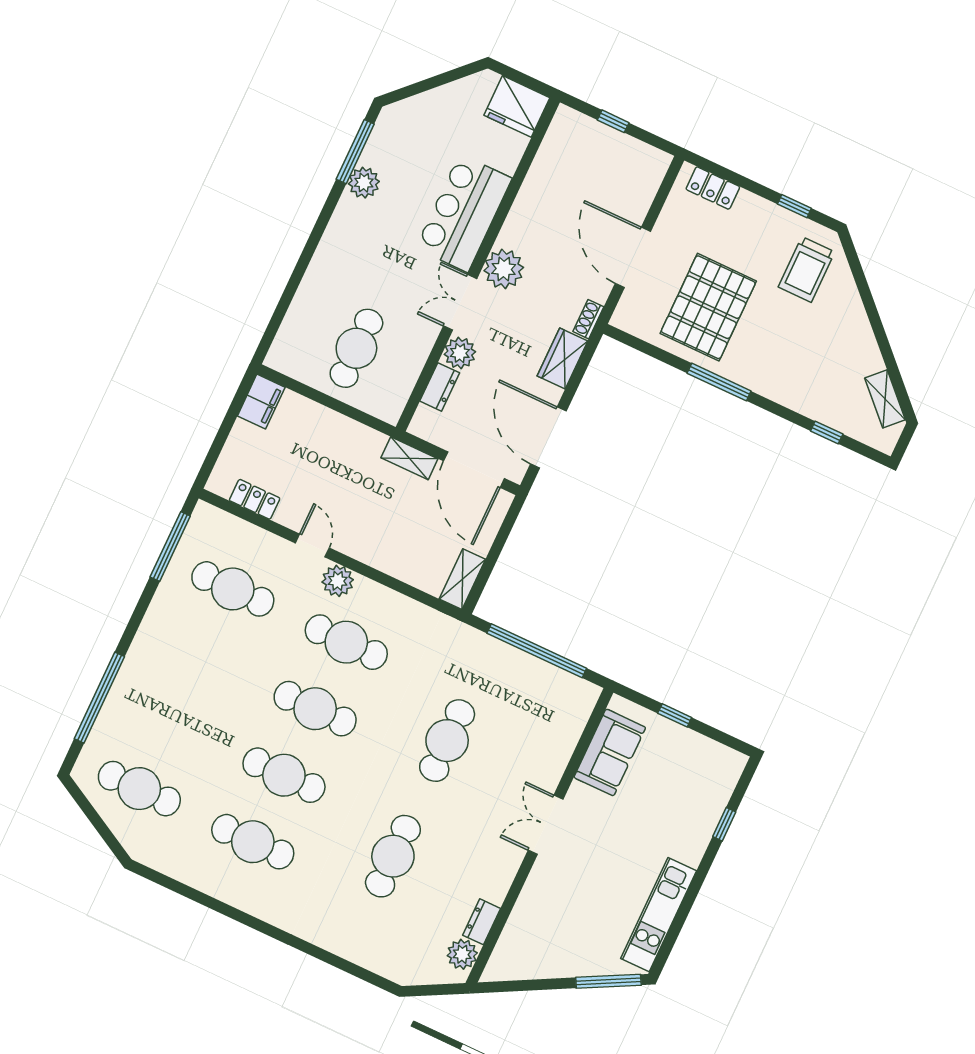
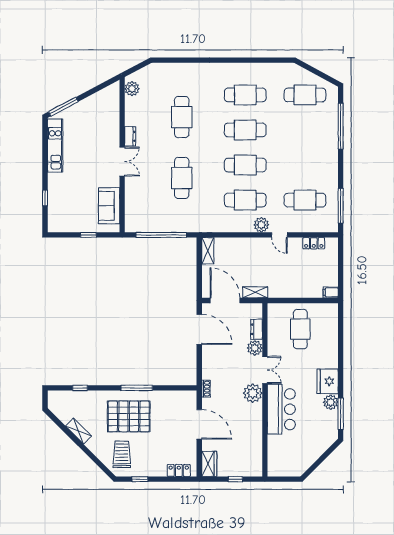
fridge: (517, 106) -> (328, 381), moved, turned -90
pallet: (708, 307) -> (129, 416), moved, turned 90
wardrobe: (562, 359) -> (209, 464), moved
shelving: (885, 399) -> (79, 431), moved
filing cabinet: (261, 402) -> (331, 292), width x0.50
dresser: (482, 922) -> (130, 136), moved

